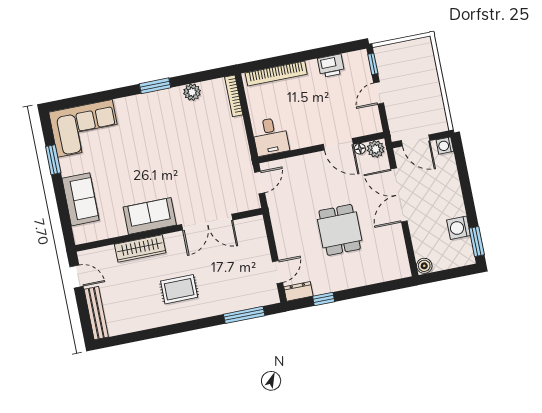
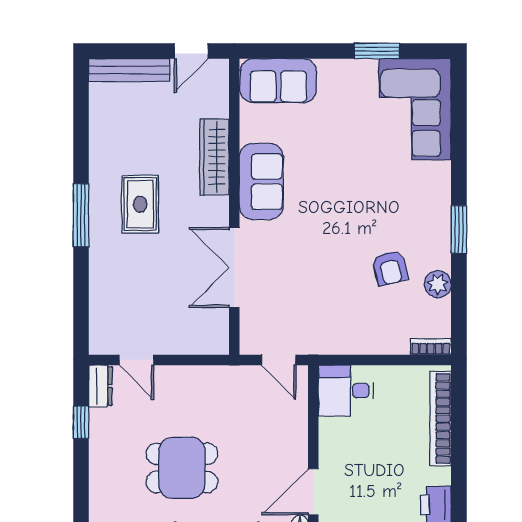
bookcase: (234, 96) -> (431, 347), width x0.64
armchair: (188, 124) -> (390, 268), added
sofa: (80, 199) -> (278, 81), moved
window: (244, 315) -> (81, 215), moved

